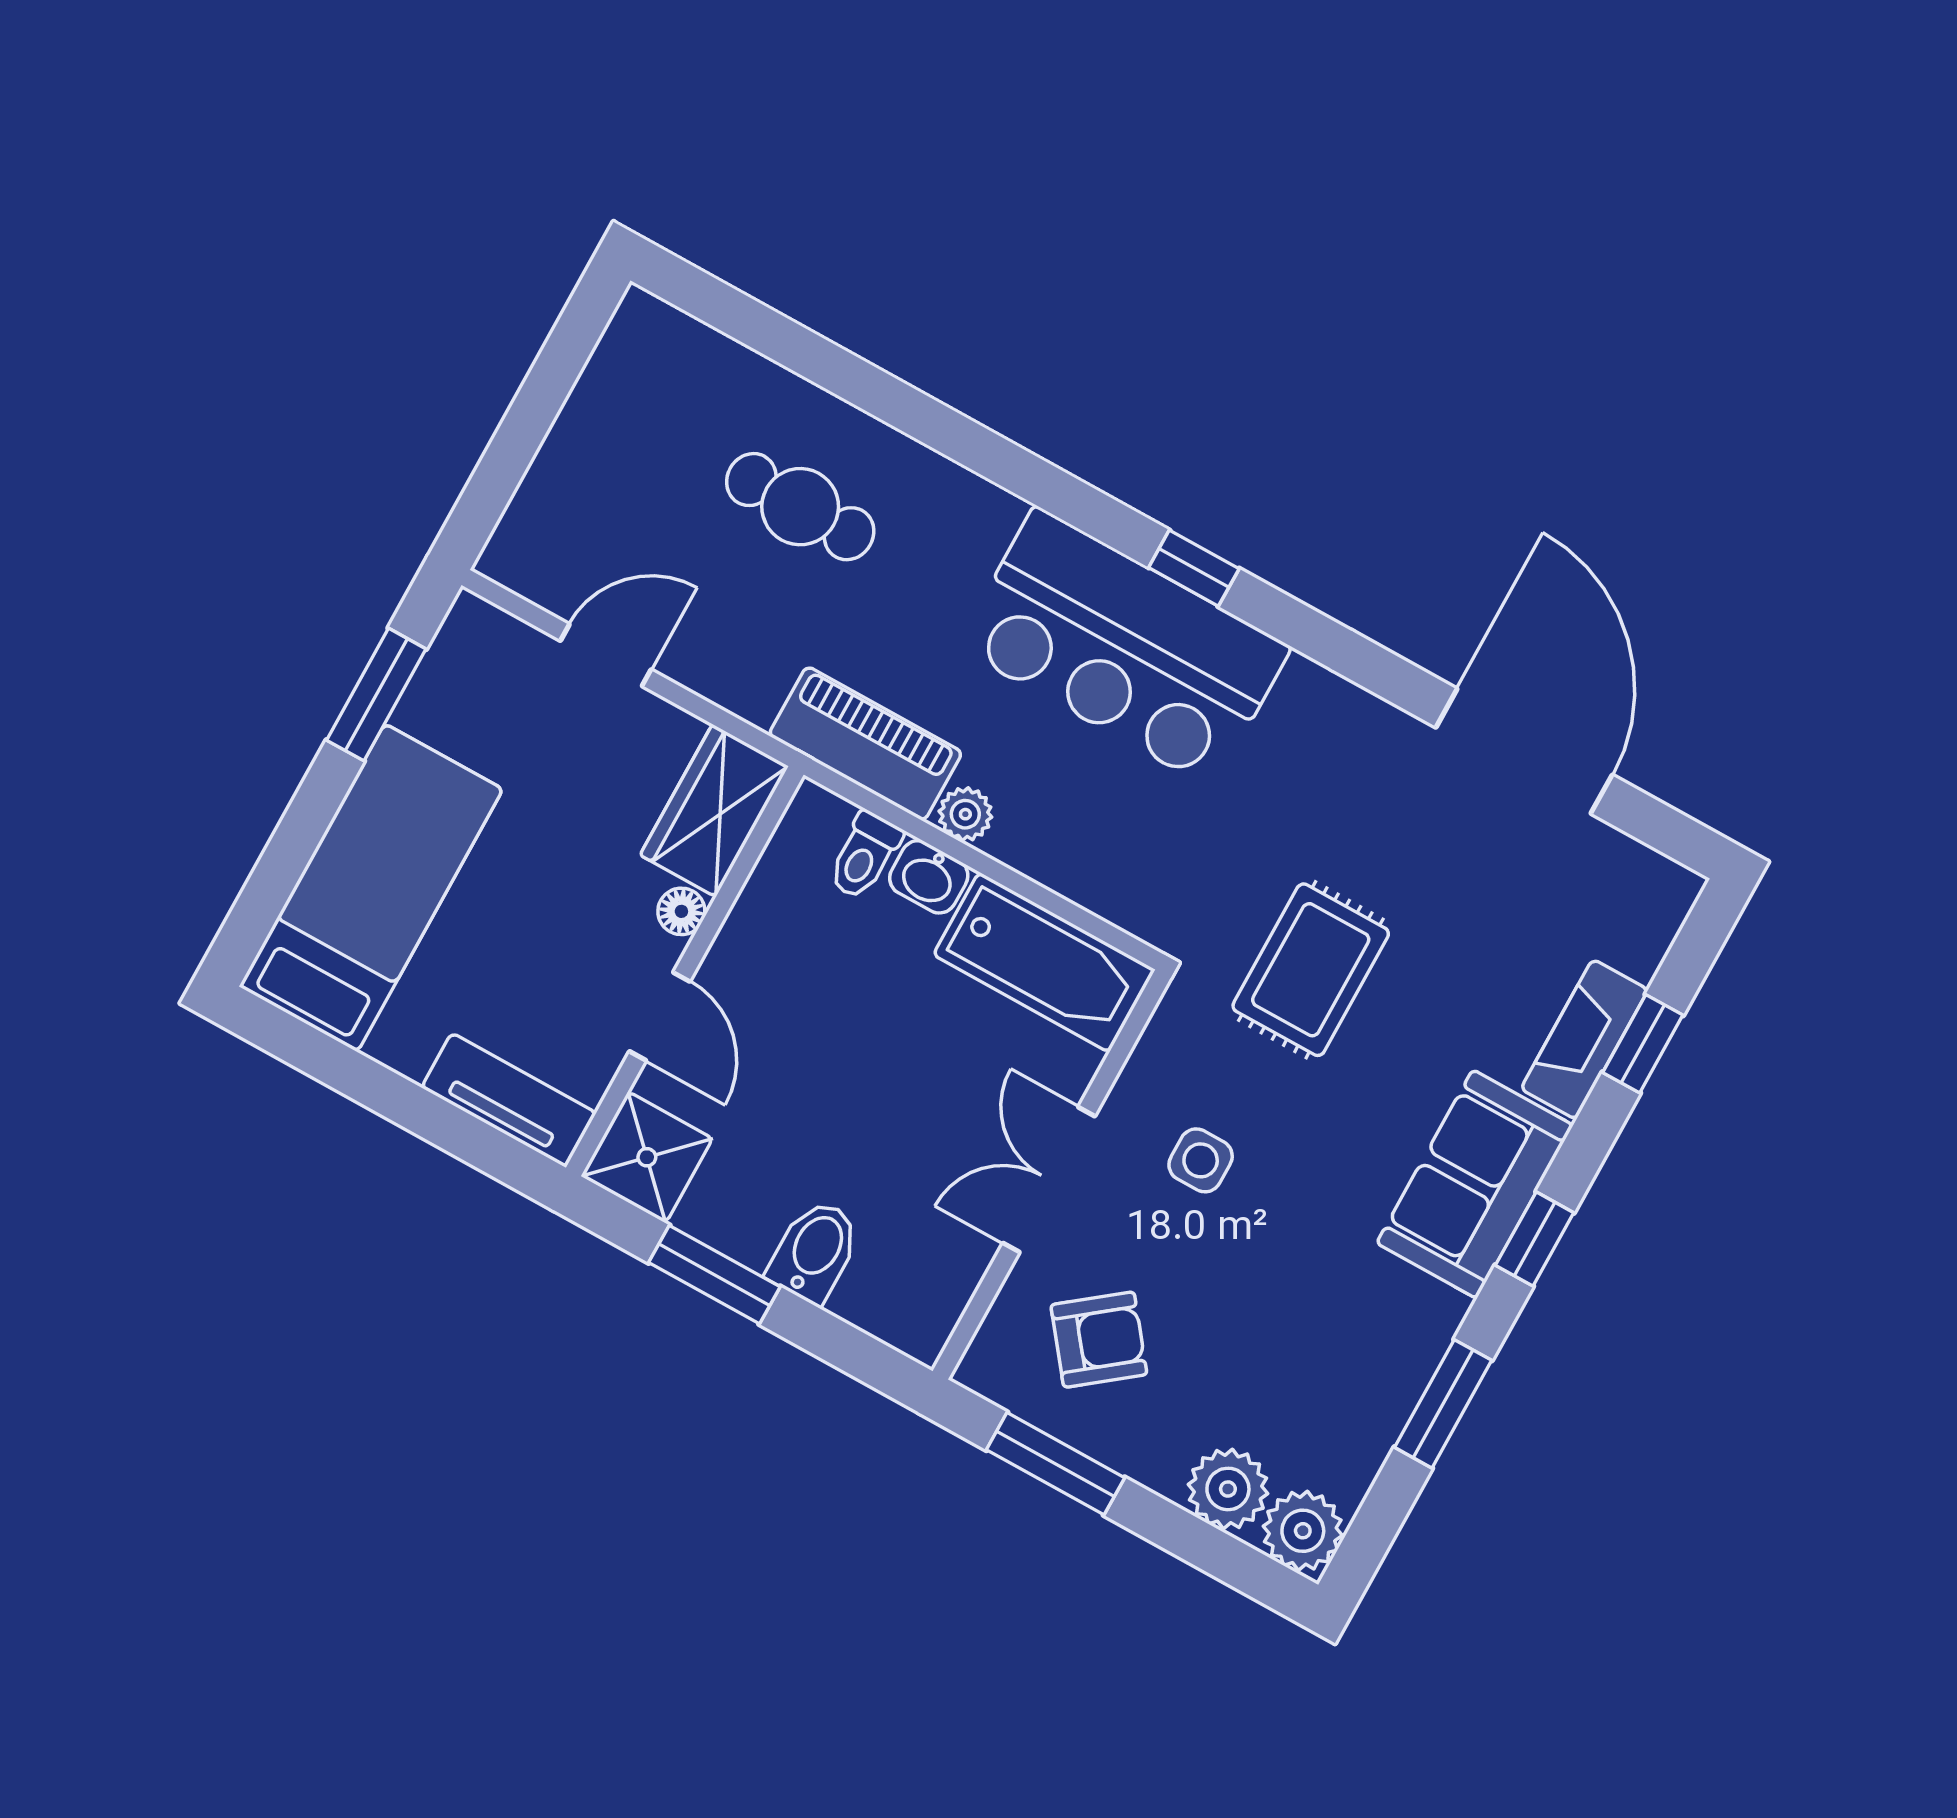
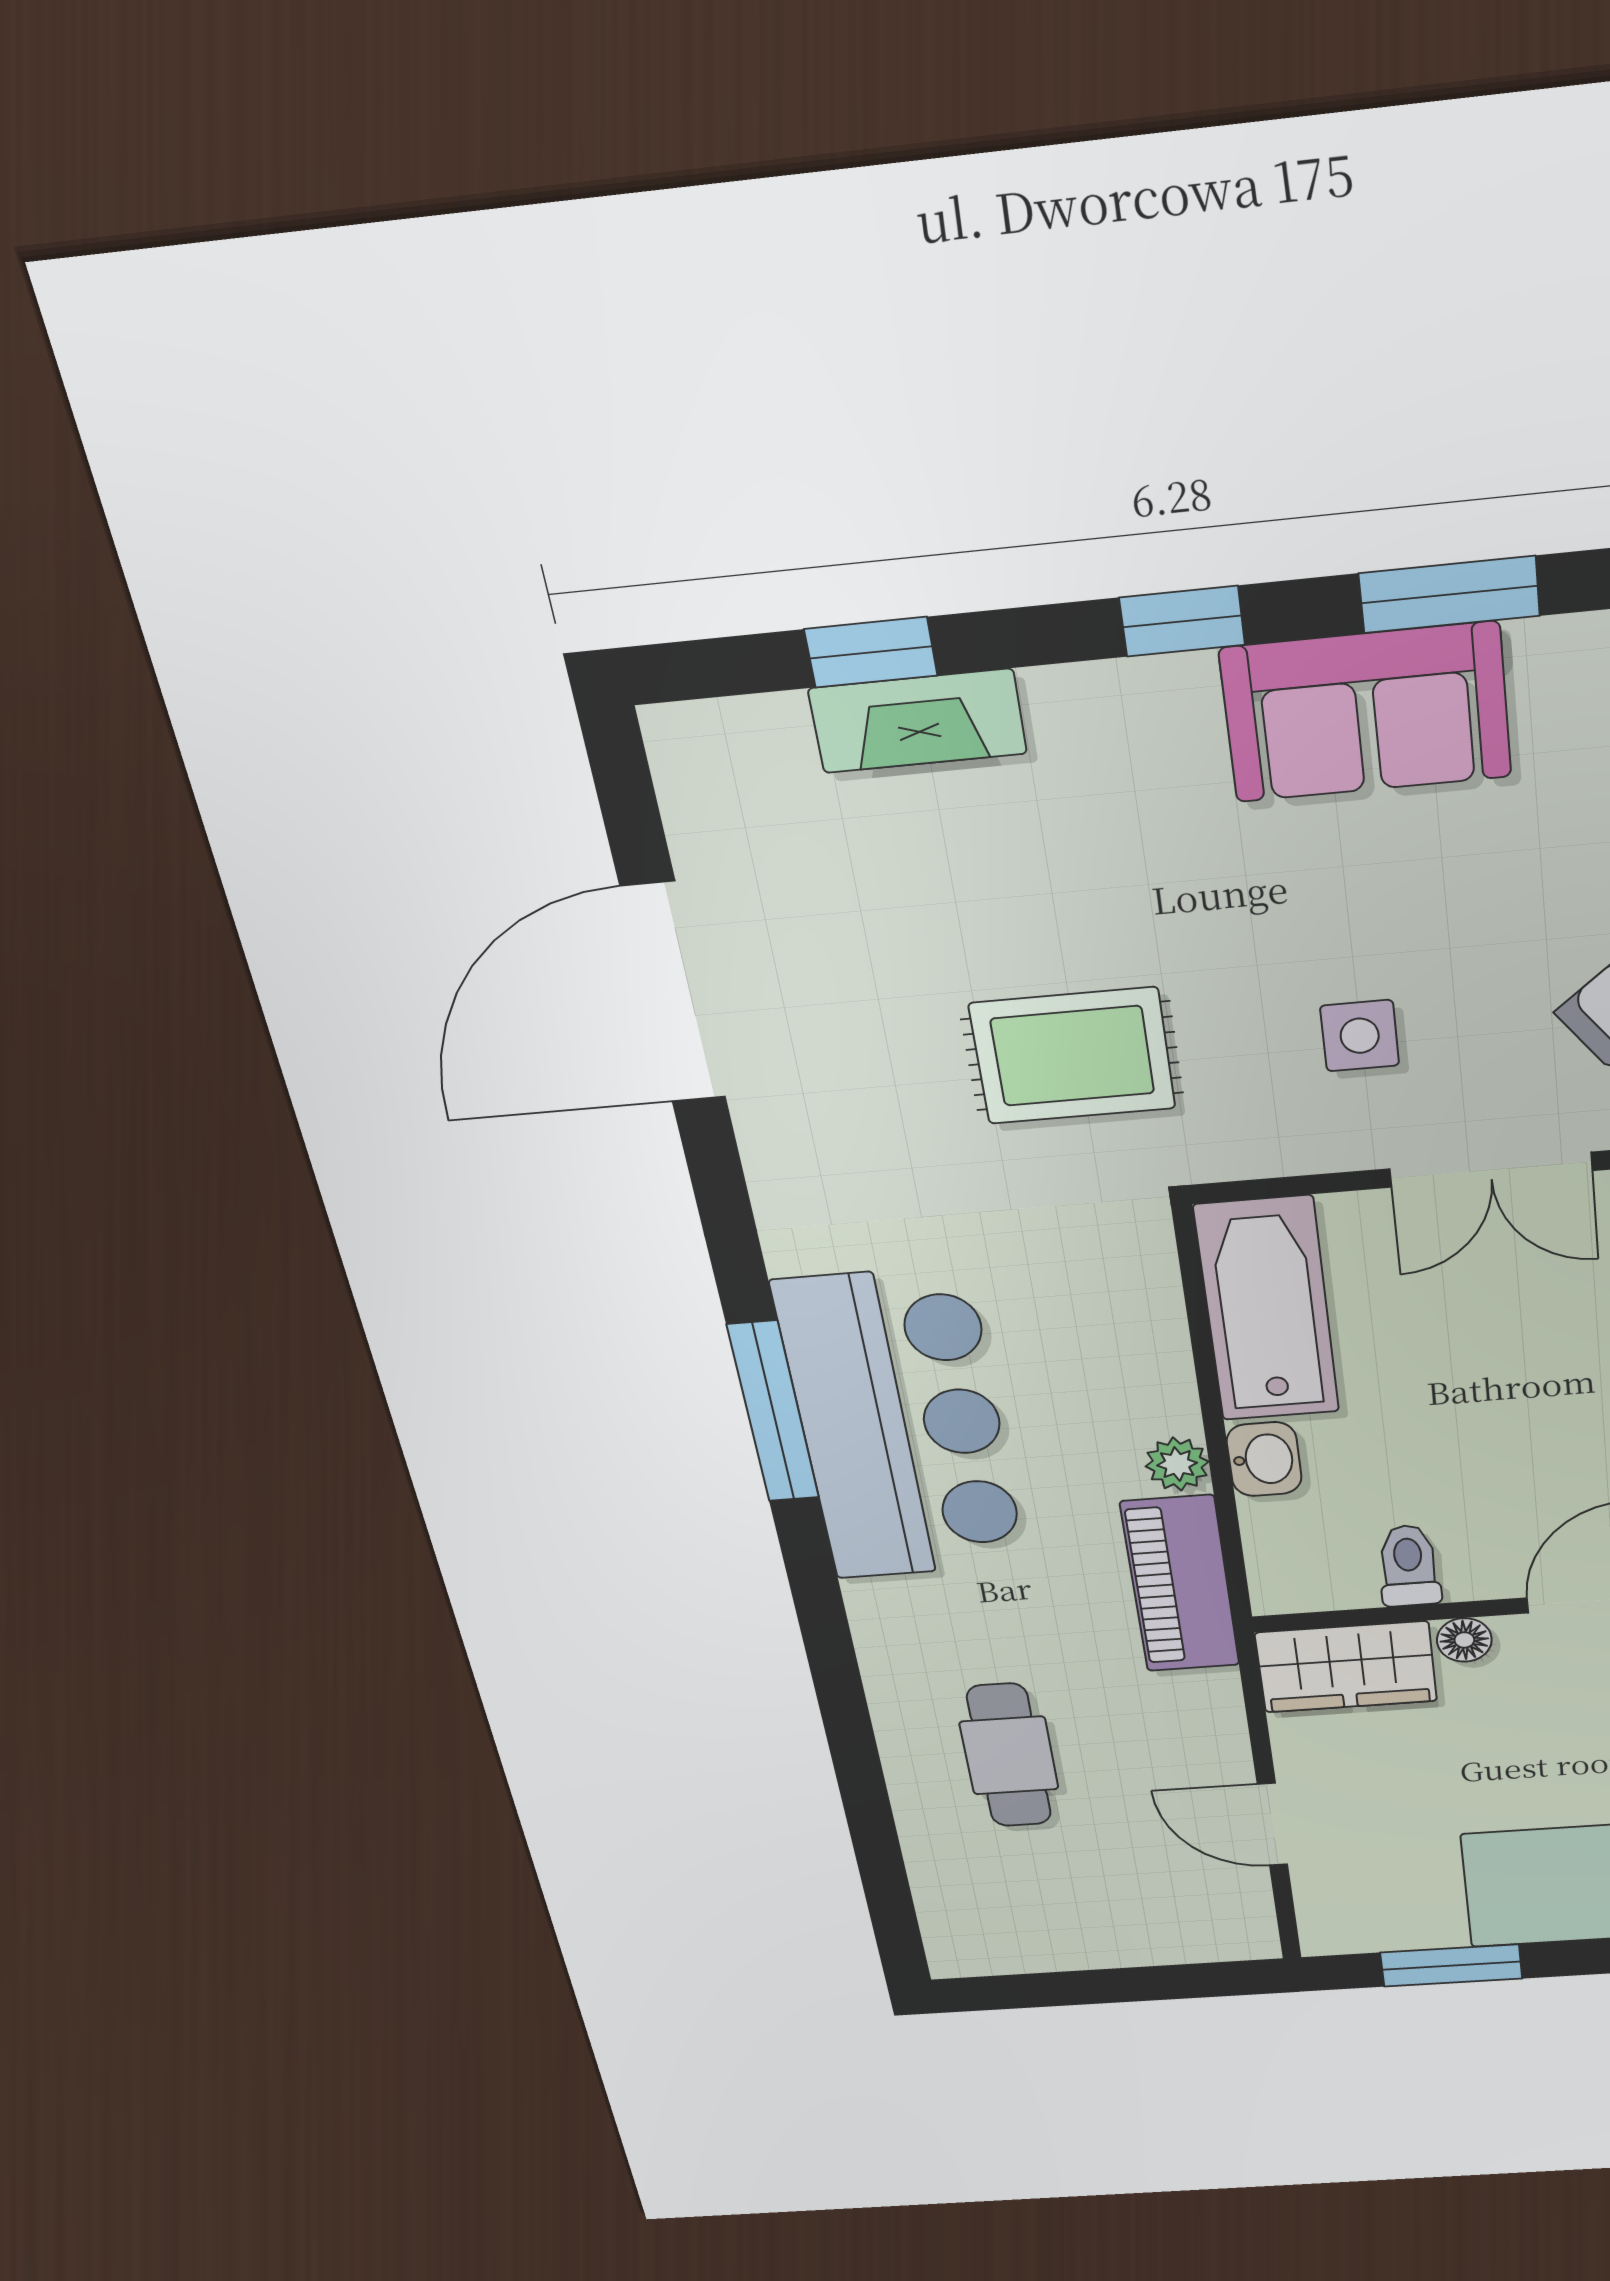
window: (1194, 568) -> (773, 1412), width x2.17
toilet: (864, 855) -> (1409, 1566), moved, turned -90
sofa: (1475, 1184) -> (1366, 713), moved

